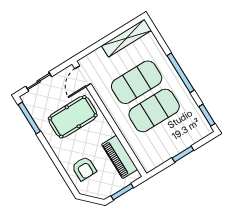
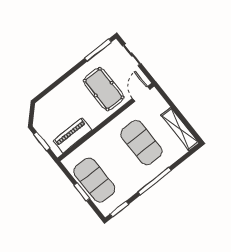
door: (83, 76) -> (141, 94), hinge flipped
exercise mat: (154, 111) -> (94, 180), moved
armchair: (84, 169) -> (58, 105), removed

